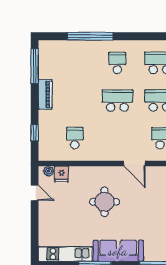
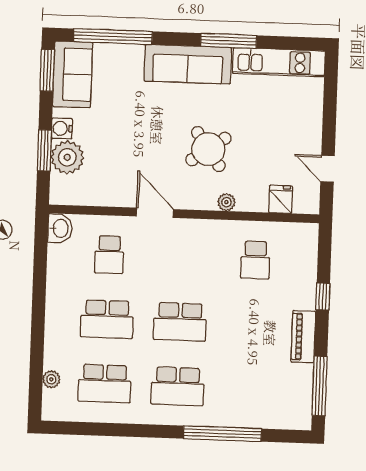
school desk: (117, 63) -> (178, 386), width x1.85
window: (35, 133) -> (323, 297), moved
plant: (48, 171) -> (226, 202), moved
round table: (105, 202) -> (208, 149), turned -35

